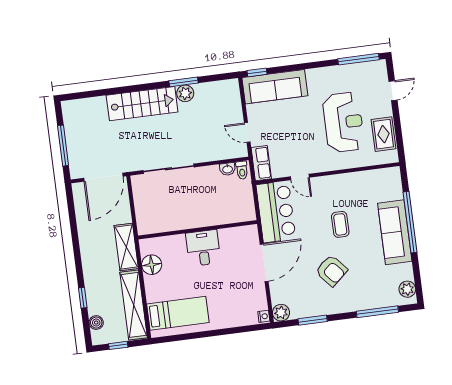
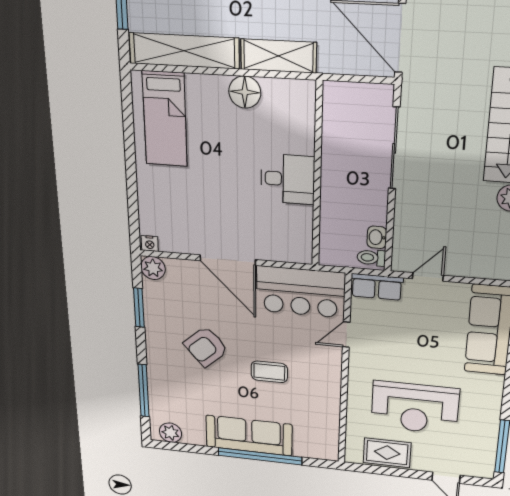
wall: (198, 230) -> (317, 176), moved
desk: (203, 248) -> (288, 179), moved

